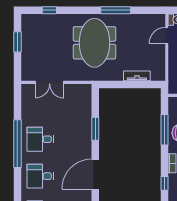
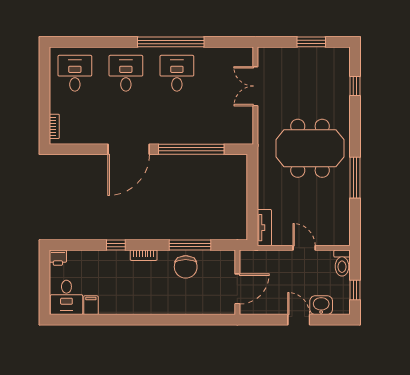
door: (167, 36) -> (304, 248), moved
tv unit: (137, 76) -> (264, 228), moved
window: (95, 129) -> (191, 149), width x2.11
door: (95, 174) -> (129, 149), swing flipped

